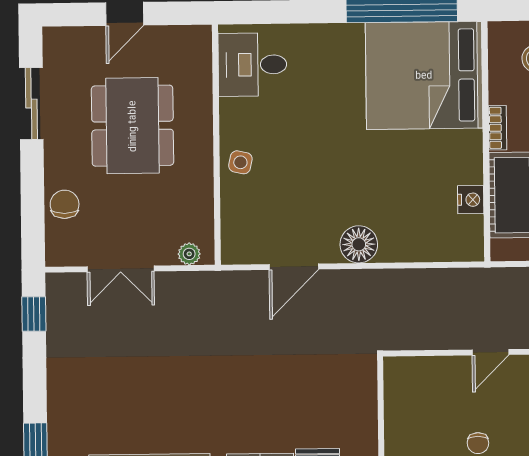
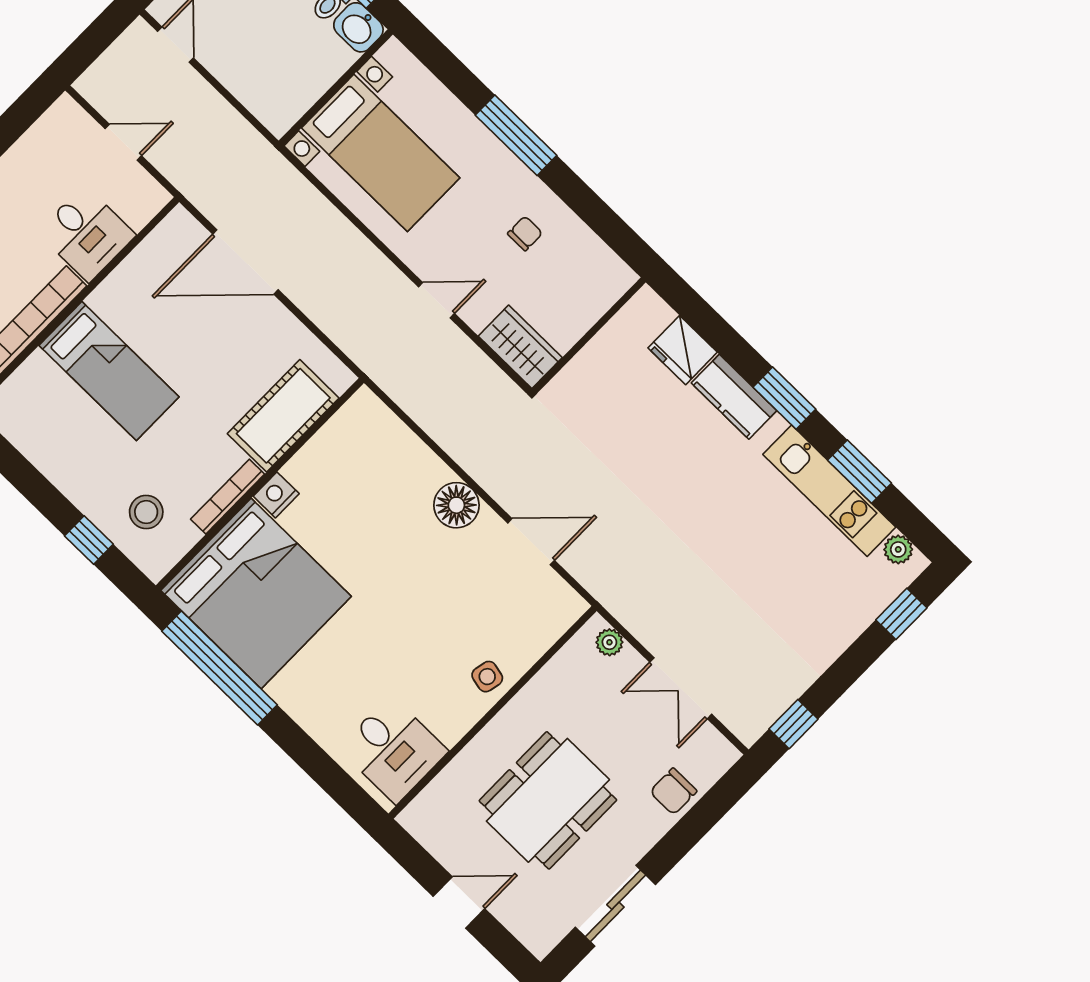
bookcase: (498, 128) -> (228, 497), width x1.56
nightstand: (471, 200) -> (276, 495), moved
double door: (121, 269) -> (681, 688), swing flipped
wardrobe: (414, 374) -> (520, 347), added

